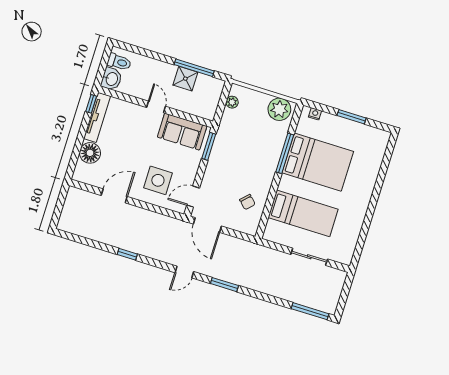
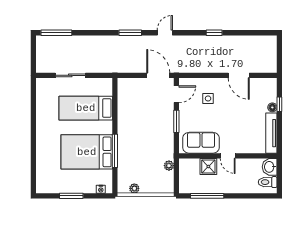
shower: (185, 79) -> (208, 167), moved
plant: (232, 102) -> (169, 166), moved
window: (91, 104) -> (279, 104), moved
plant: (279, 109) -> (134, 188), width x0.53, depth x0.53
window: (209, 146) -> (176, 121), moved
floor lamp: (90, 153) -> (272, 107), width x0.53, depth x0.53
side table: (158, 180) -> (208, 98), width x0.54, depth x0.54
door: (114, 196) -> (239, 75), hinge flipped
chair: (247, 202) -> (132, 103), removed

